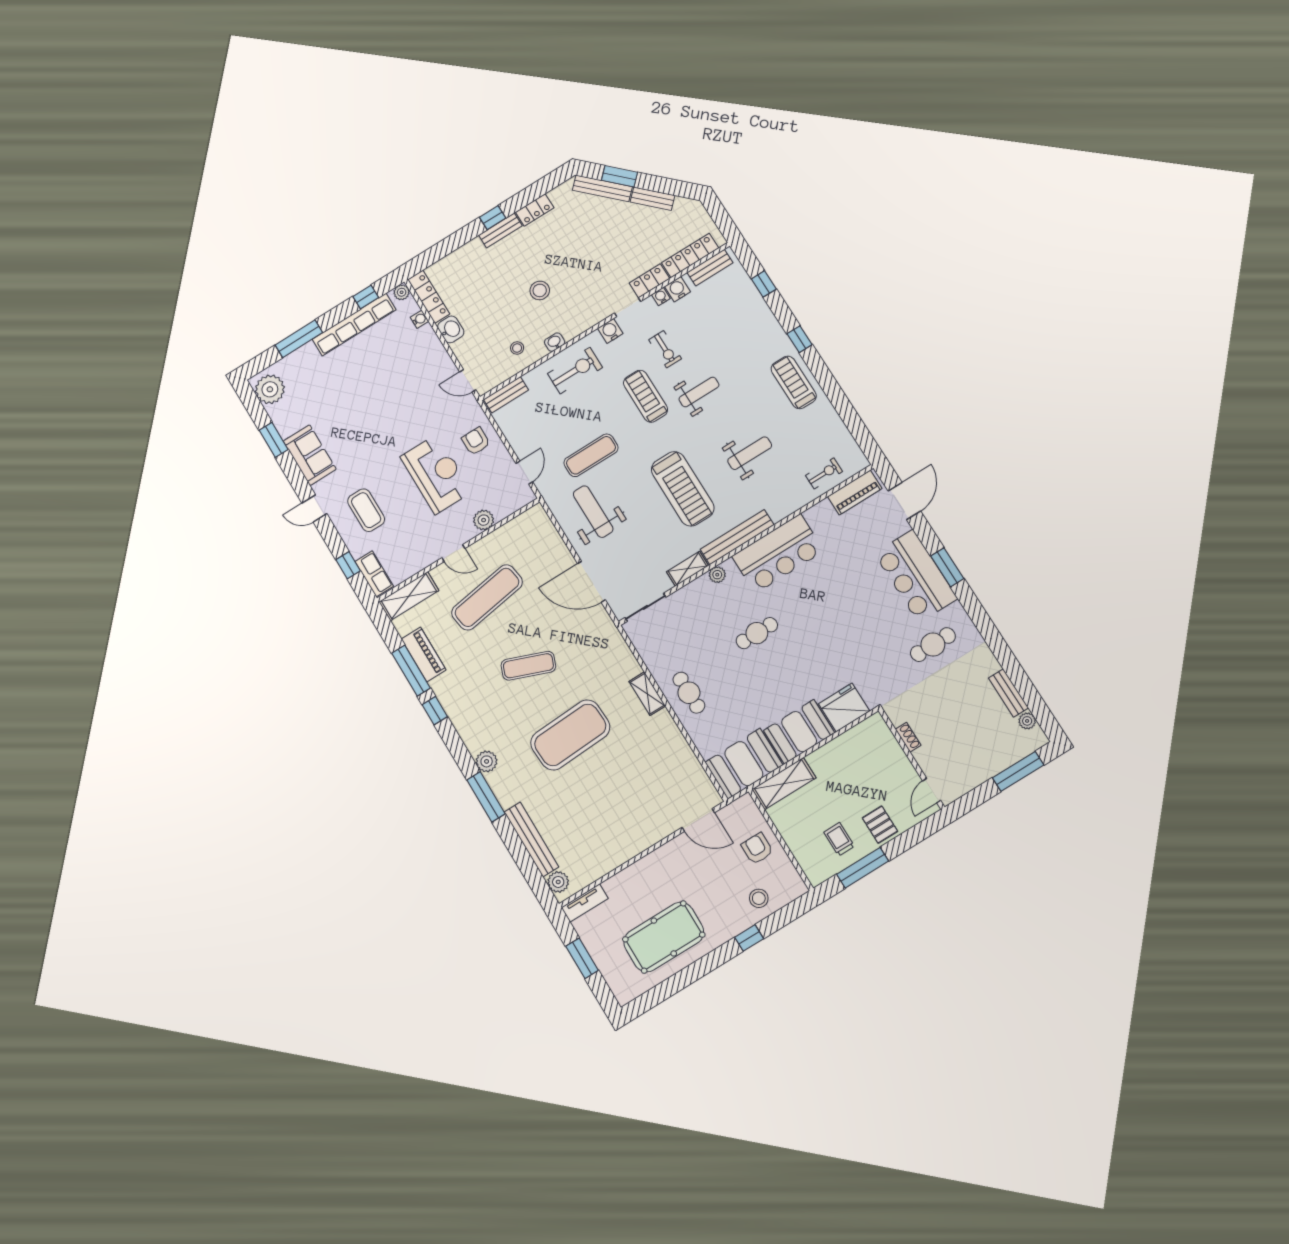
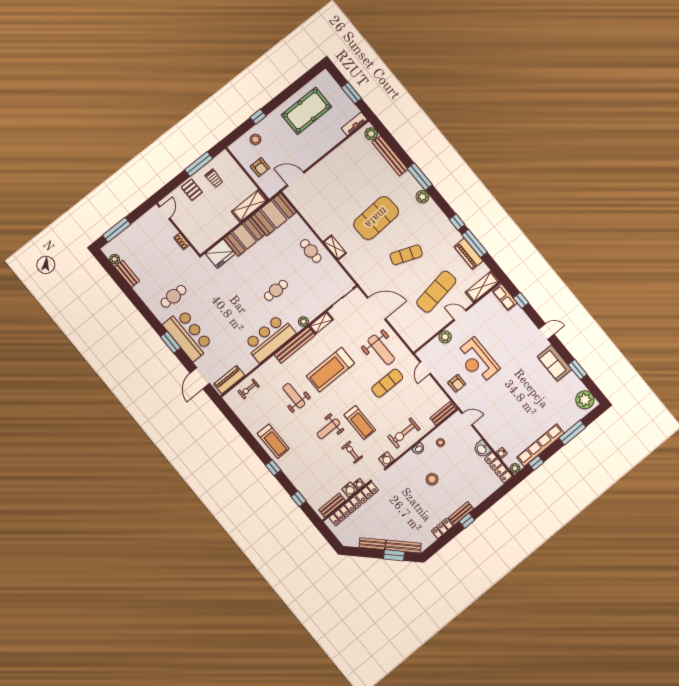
weight bench: (750, 453) -> (294, 396), turned 90
treadmill: (683, 489) -> (330, 370), turned -90
coffee table: (366, 510) -> (516, 334), removed

